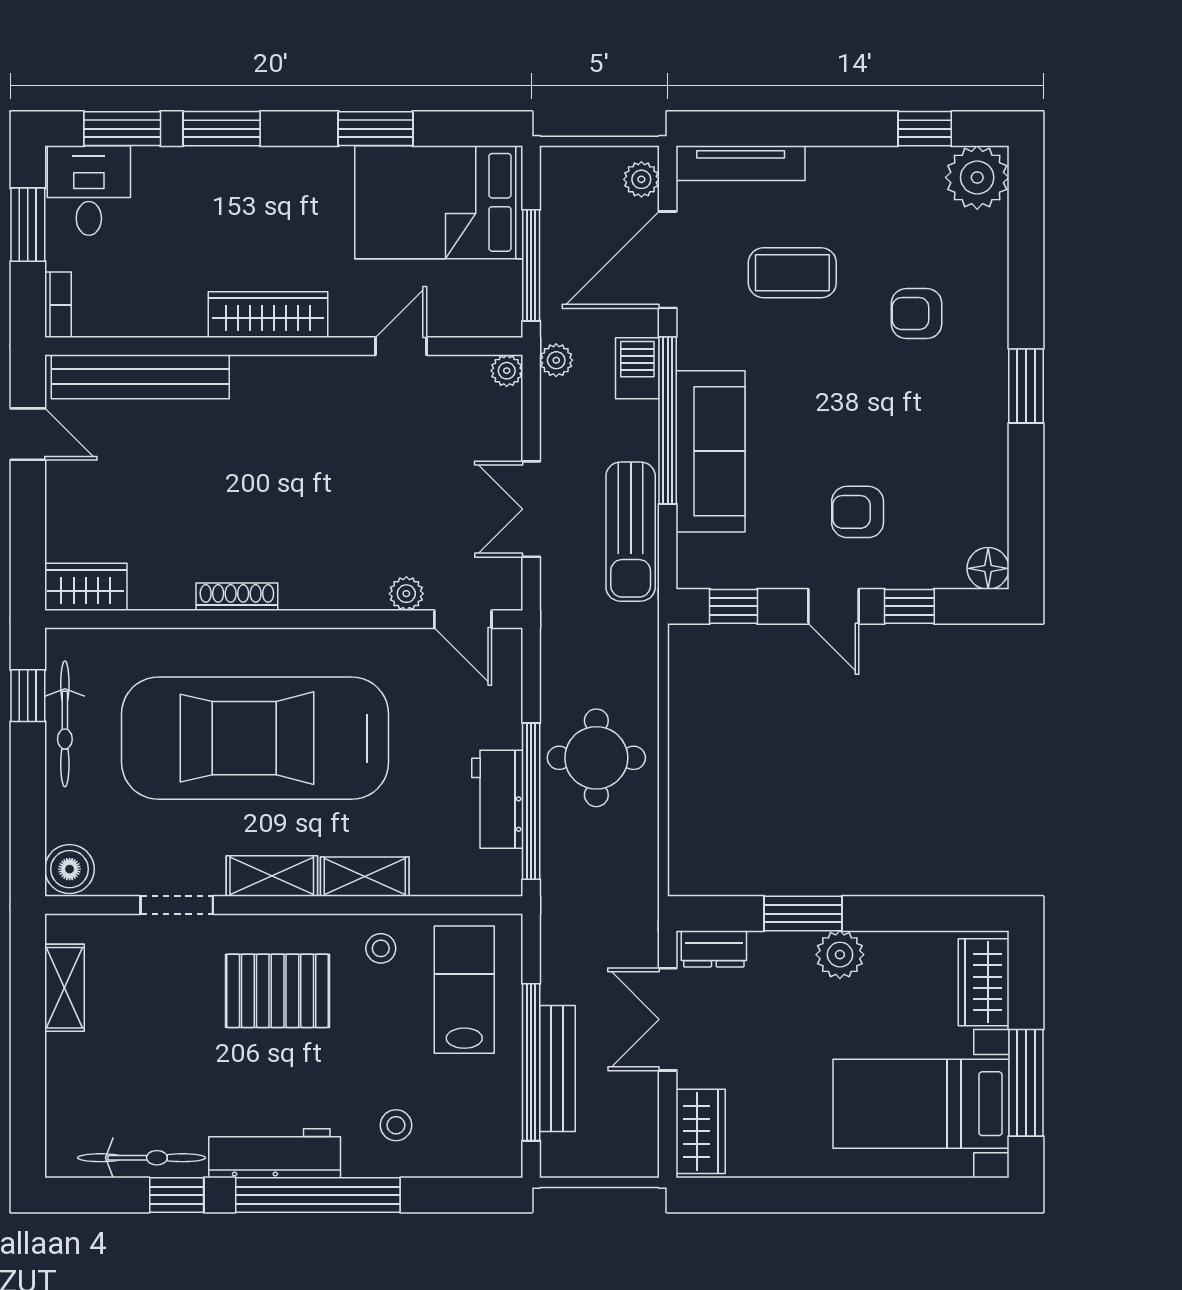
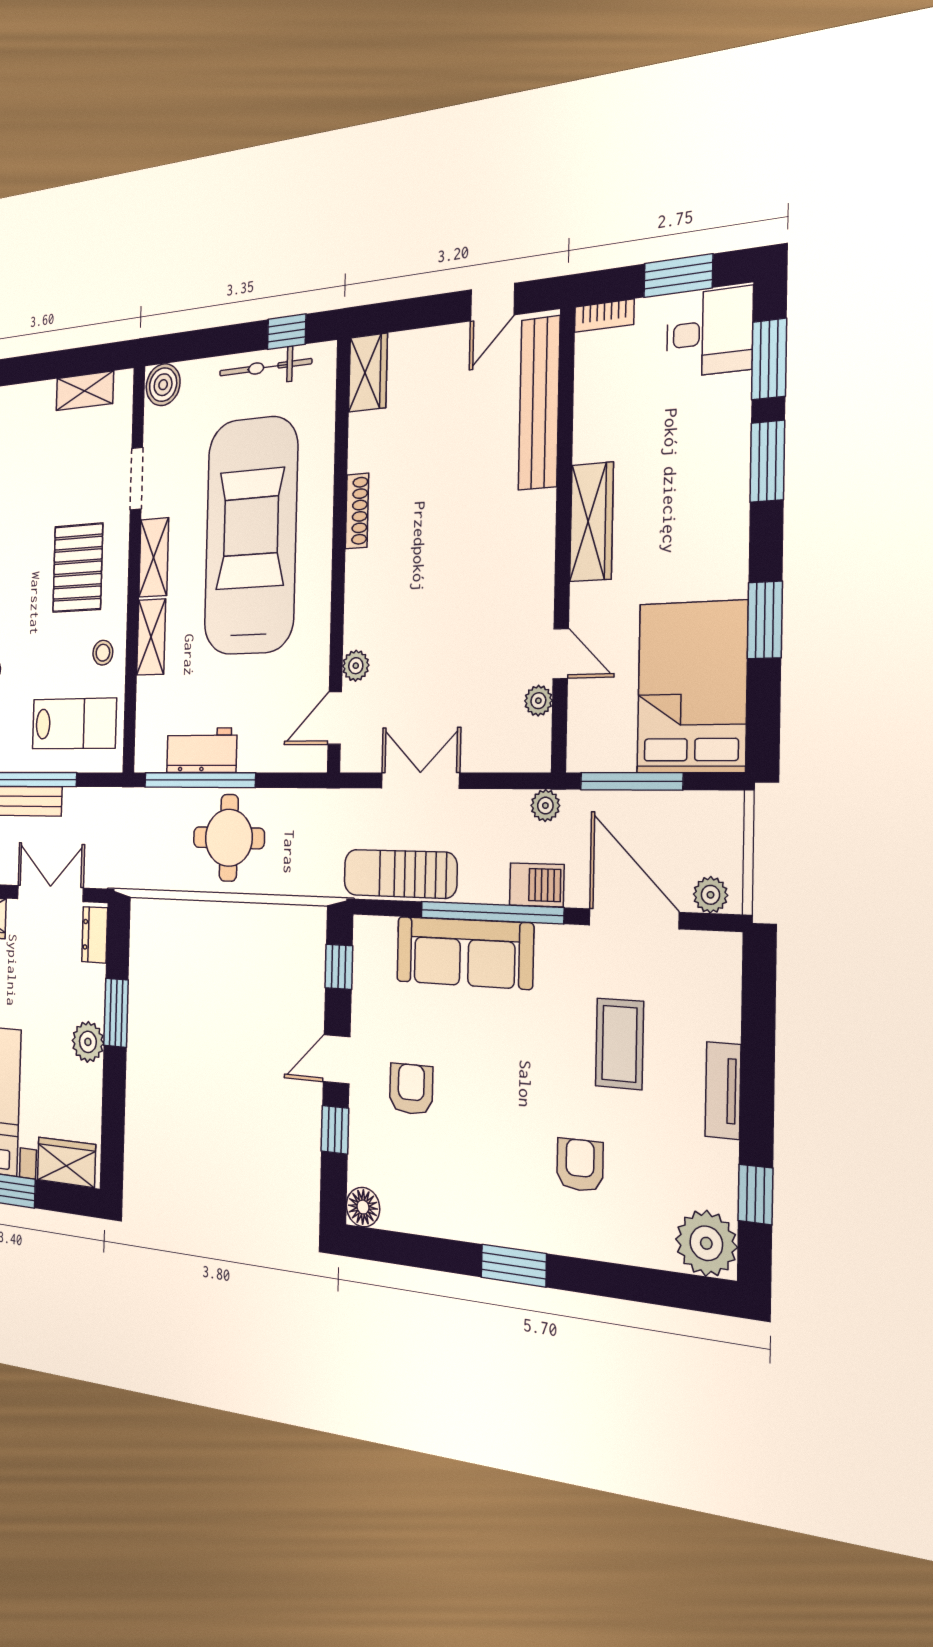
tv unit: (741, 163) -> (723, 1090), moved, width x0.71
plant: (507, 371) -> (538, 701), moved

